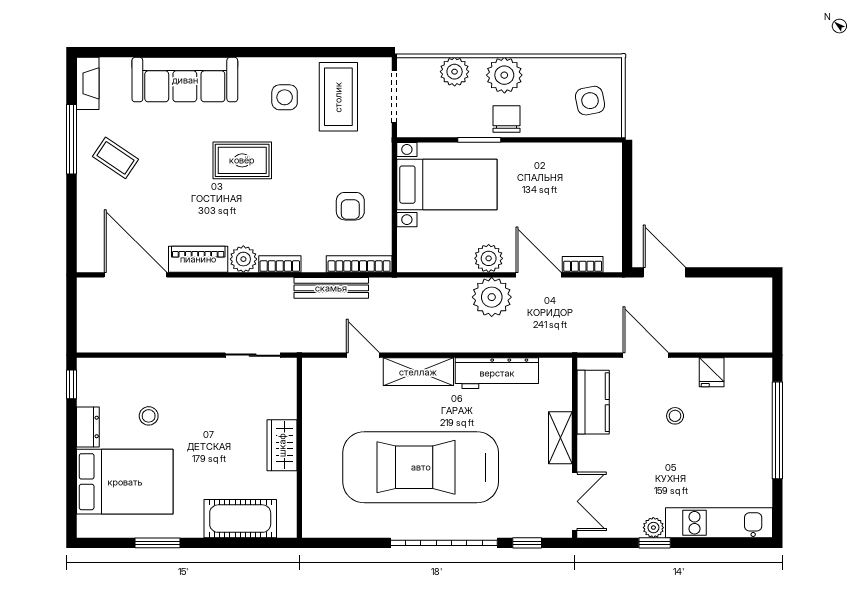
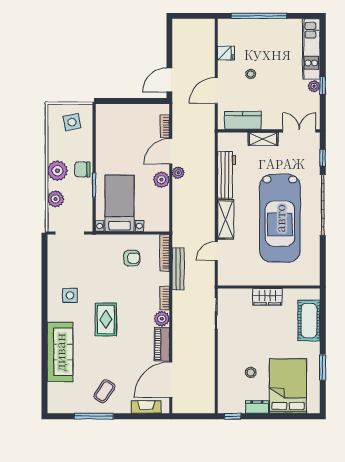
fireplace: (88, 83) -> (146, 407), moved
coffee table: (338, 97) -> (70, 265), removed
plant: (492, 297) -> (178, 173), width x0.53, depth x0.53

